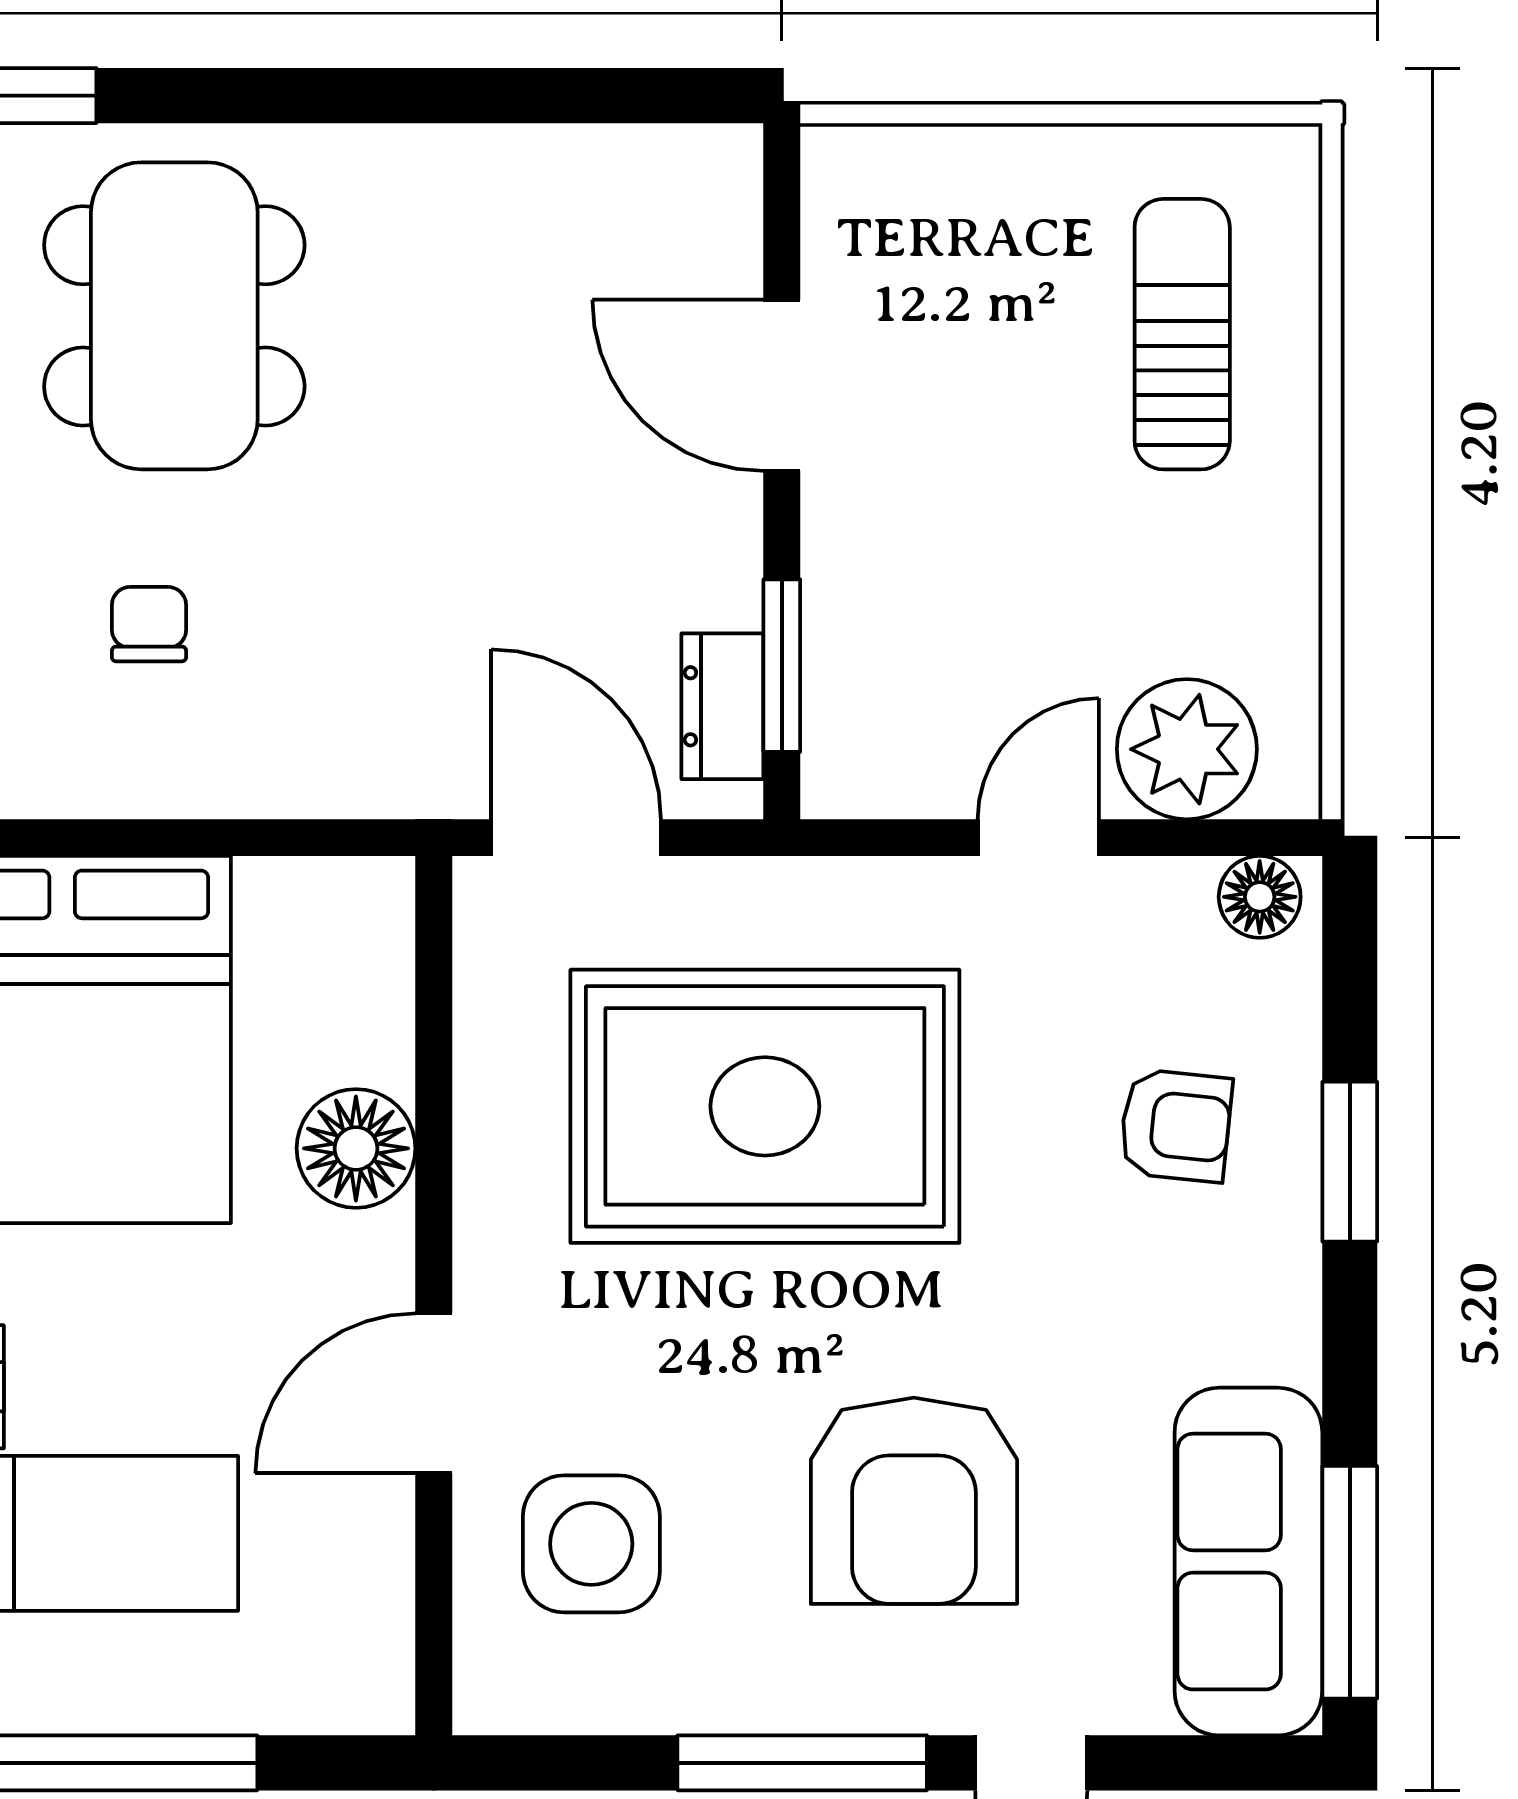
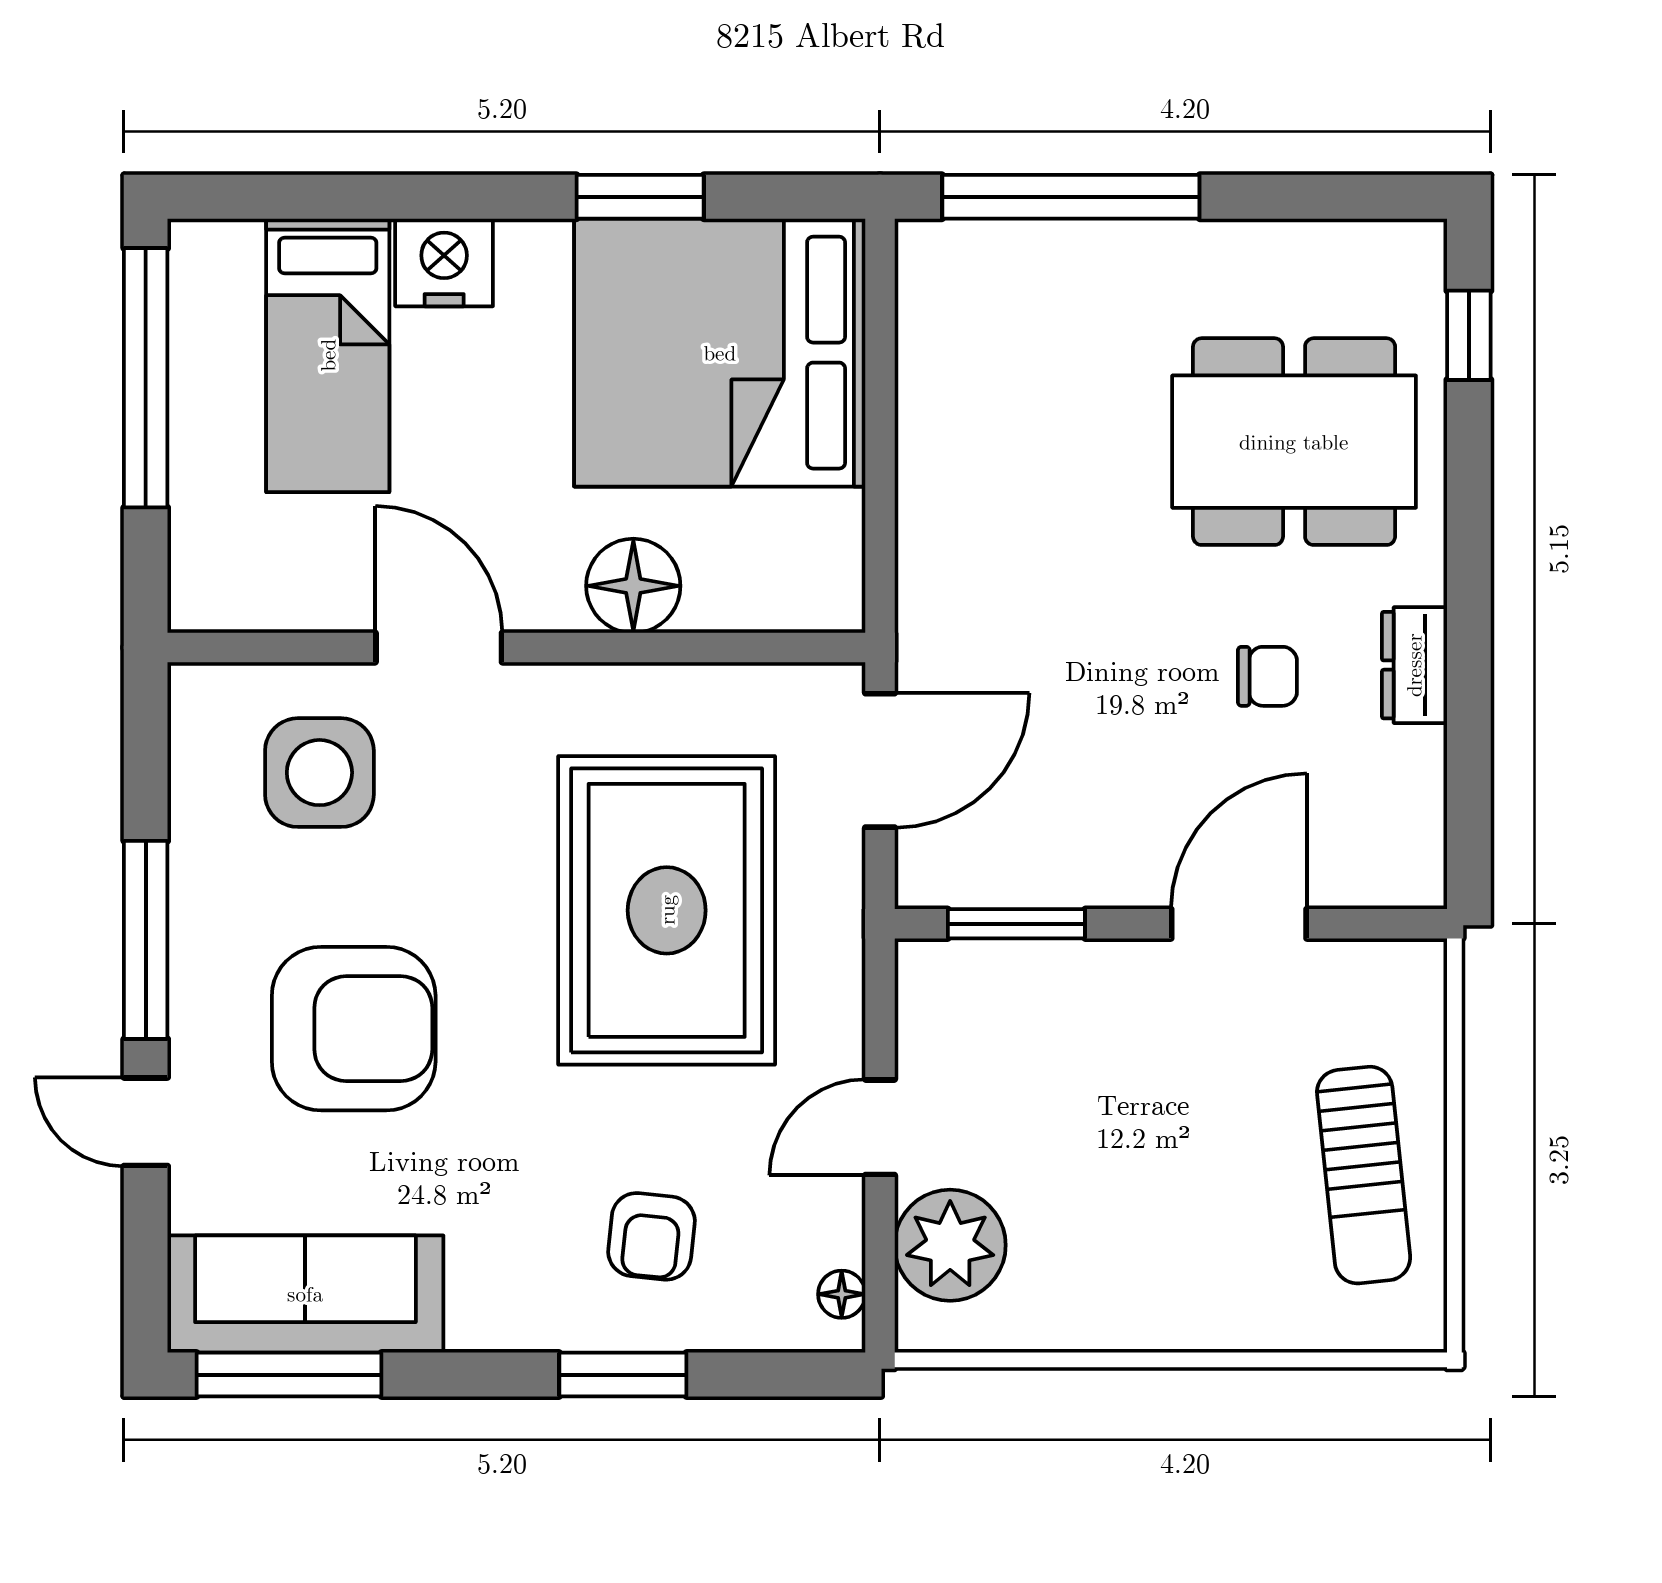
sun lounger: (1182, 334) -> (1364, 1175), moved, turned 84
chair: (149, 624) -> (1267, 676), moved
dresser: (722, 706) -> (1414, 665), moved, turned -90
door: (1038, 838) -> (880, 1127), swing flipped
floor lamp: (1260, 897) -> (842, 1294), width x0.73, depth x0.73
armchair: (914, 1501) -> (354, 1029), turned 180

